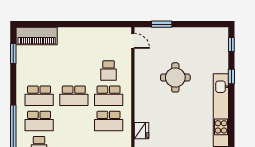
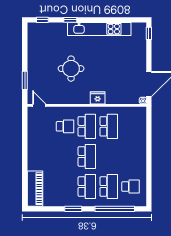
door: (133, 41) -> (39, 105), hinge flipped
window: (13, 53) -> (73, 209), moved
fridge: (141, 131) -> (98, 98), moved

